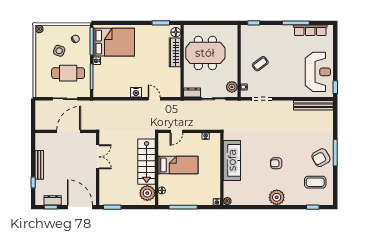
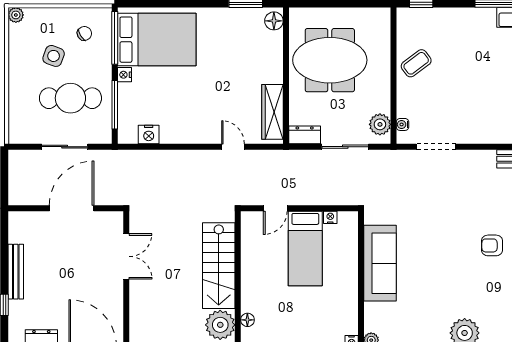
wardrobe: (175, 52) -> (272, 112), moved
coffee table: (260, 64) -> (416, 63), moved
nightstand: (136, 92) -> (149, 134), moved
armchair: (276, 163) -> (492, 245), moved
bed: (178, 165) -> (305, 248), moved, turned 90

